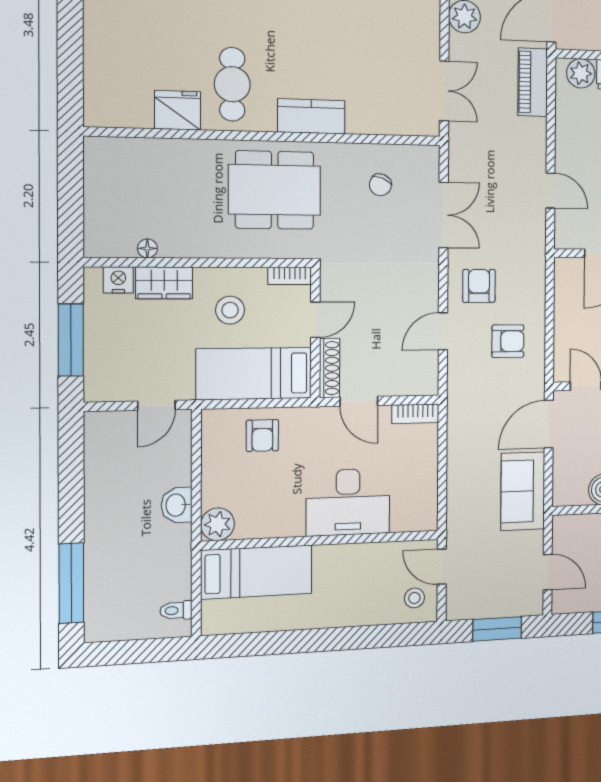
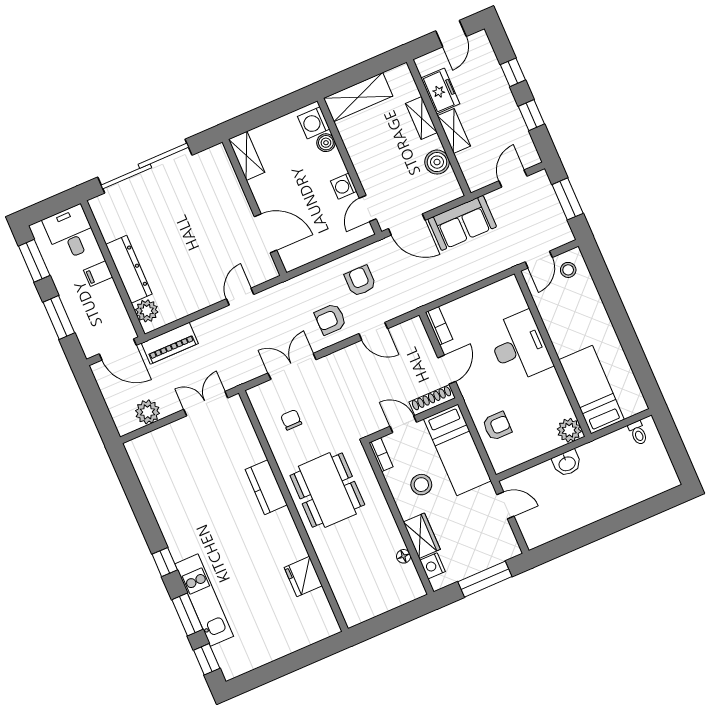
cafe table: (232, 84) -> (269, 549), removed
chair: (380, 185) -> (291, 420), turned -112
window: (71, 583) -> (645, 510), removed

